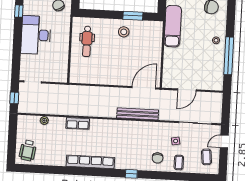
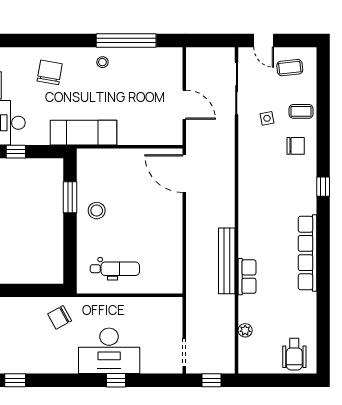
window: (19, 11) -> (116, 380), moved
bench: (138, 114) -> (227, 261), moved
wheelchair: (28, 150) -> (294, 354), turned 81

